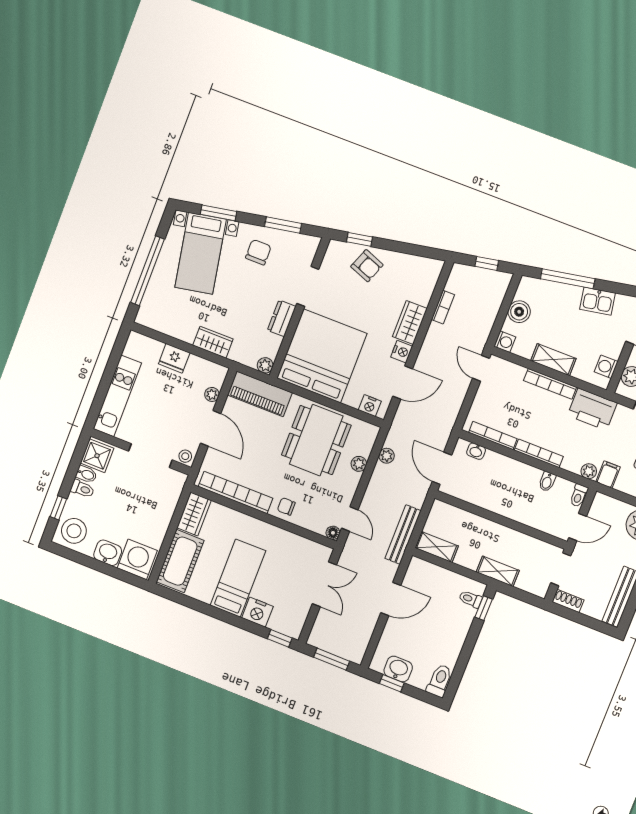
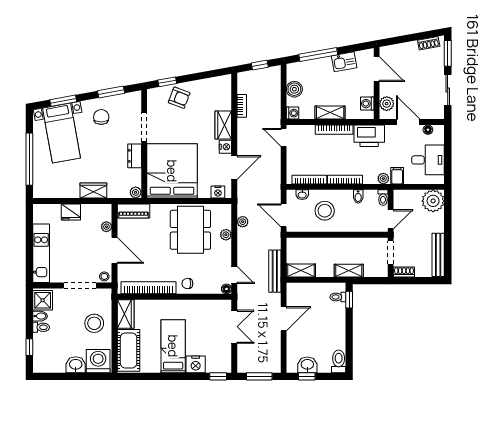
piano: (260, 394) -> (134, 211), width x0.73, depth x0.75
stool: (497, 483) -> (325, 211), added
stool: (74, 531) -> (94, 323), moved

